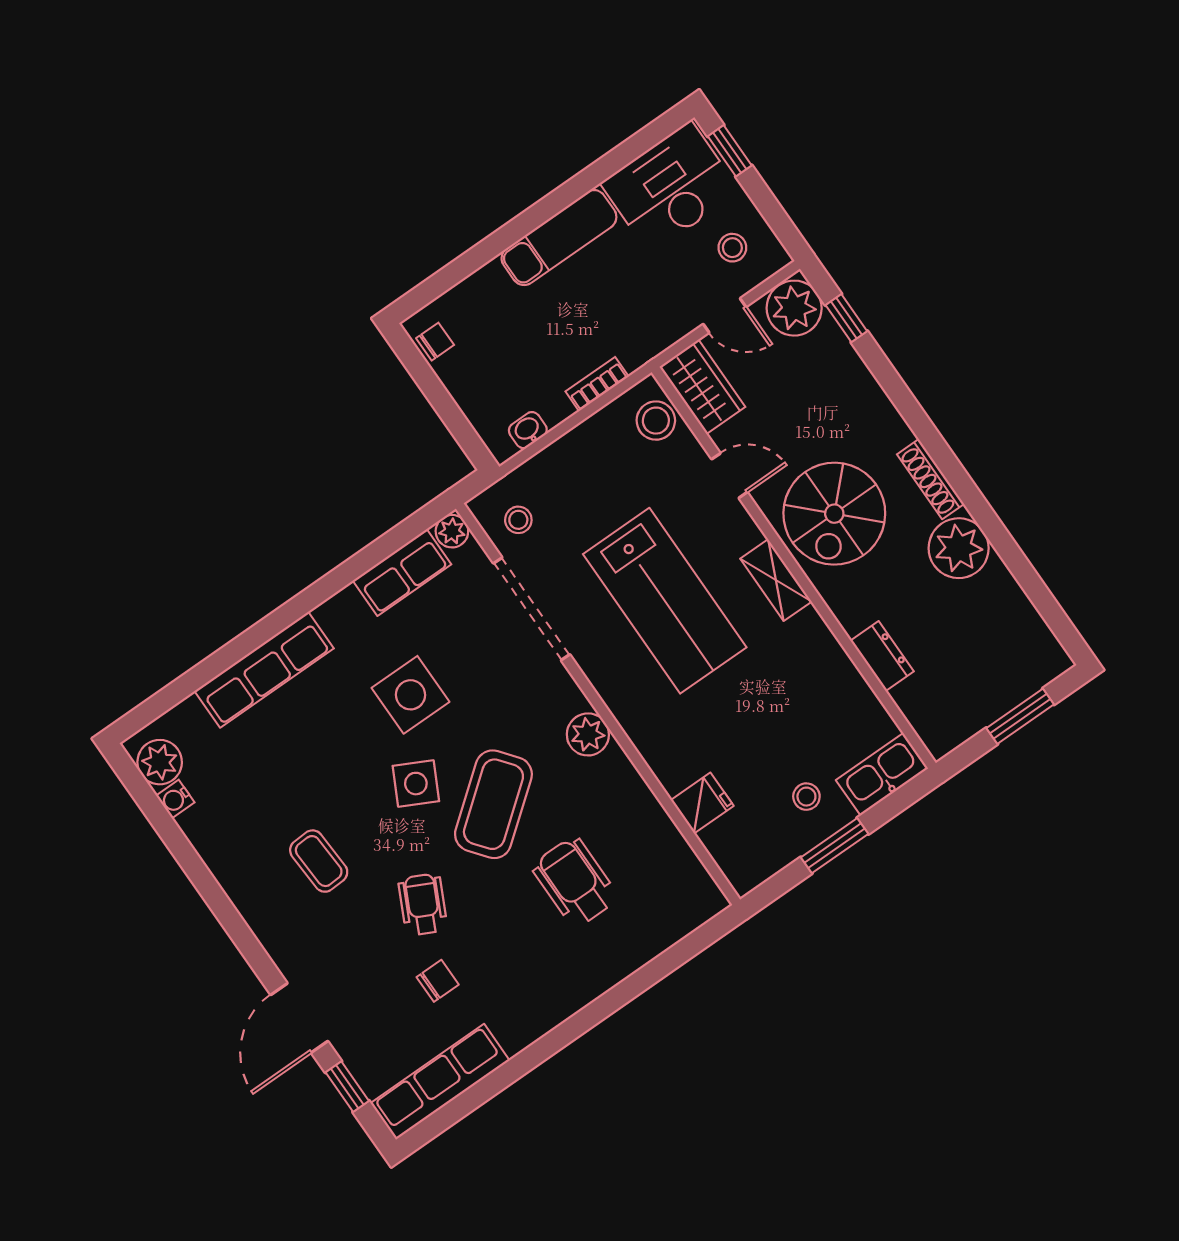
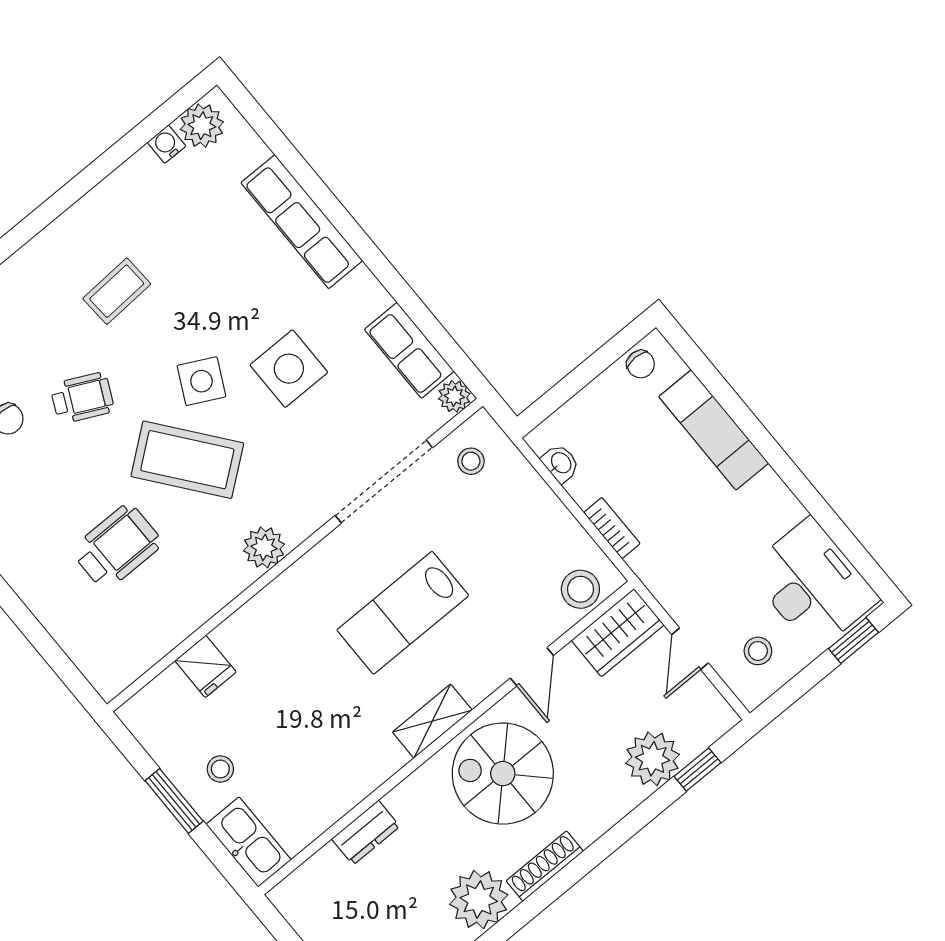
exam couch: (559, 238) -> (714, 430), moved
plant: (794, 308) -> (653, 759), moved
lab bench: (665, 601) -> (403, 613), width x0.73, depth x0.72

